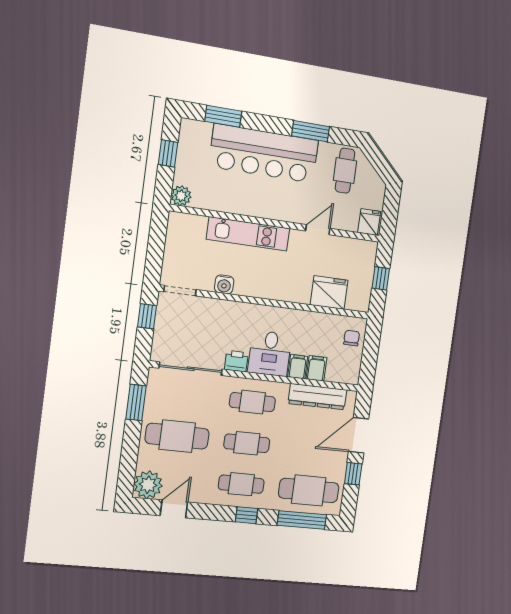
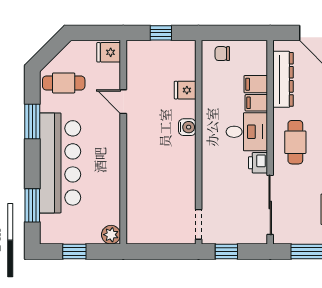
kitchen unit: (248, 234) -> (137, 168), removed
water cooler: (224, 284) -> (187, 127), moved
fridge: (329, 293) -> (185, 90), width x0.53, depth x0.75

